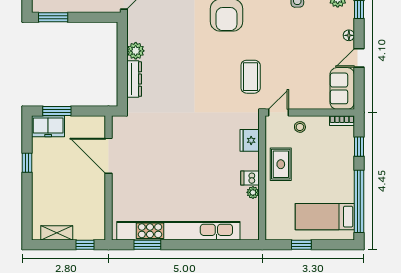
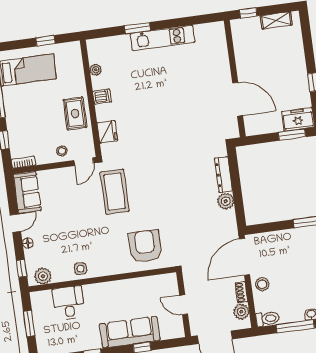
coffee table: (251, 77) -> (115, 192), width x1.36, depth x1.32
plant: (253, 192) -> (96, 70), moved
kitchen unit: (178, 231) -> (163, 38), width x0.54
window: (147, 245) -> (137, 28), moved

